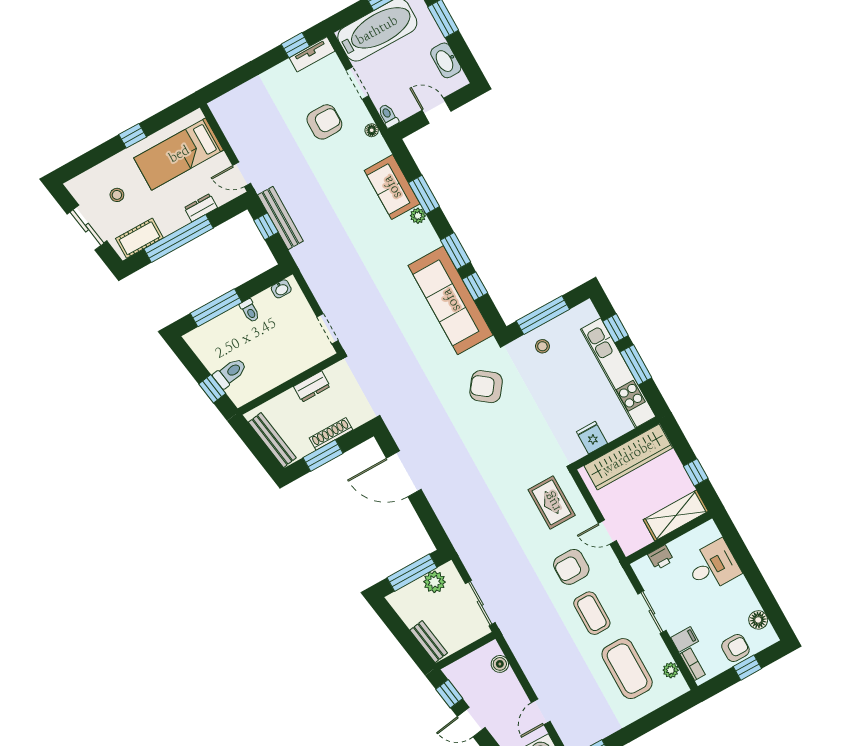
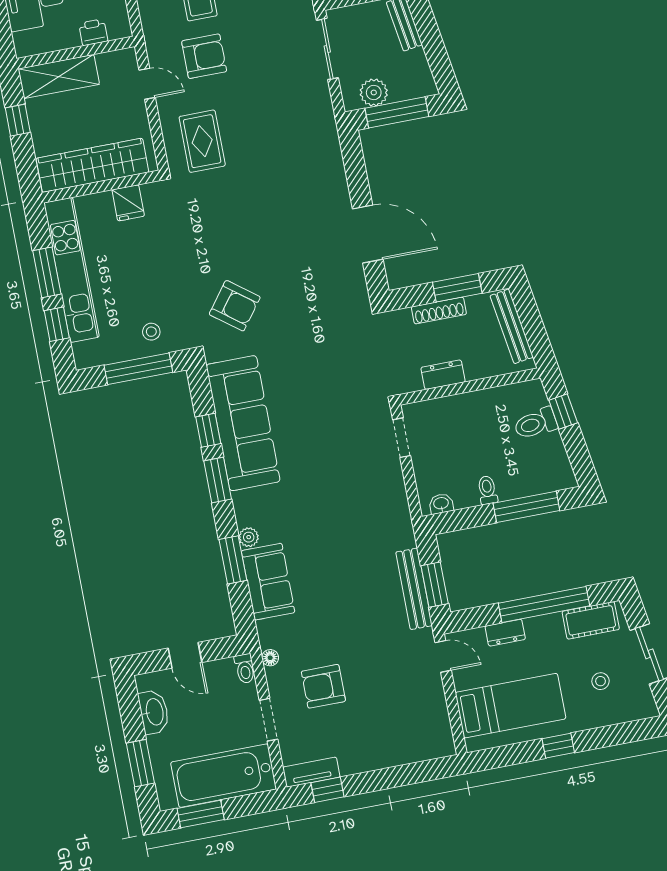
window: (266, 226) -> (435, 585), width x1.50

